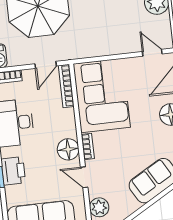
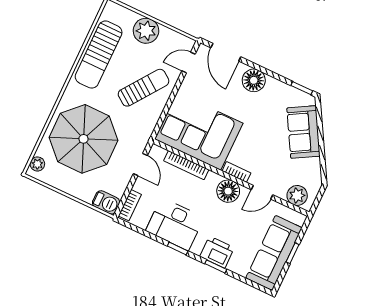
sun lounger: (109, 29) -> (144, 88), added
bookcase: (66, 86) -> (186, 165), moved

